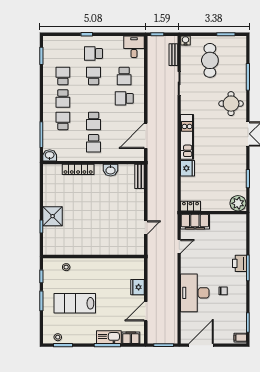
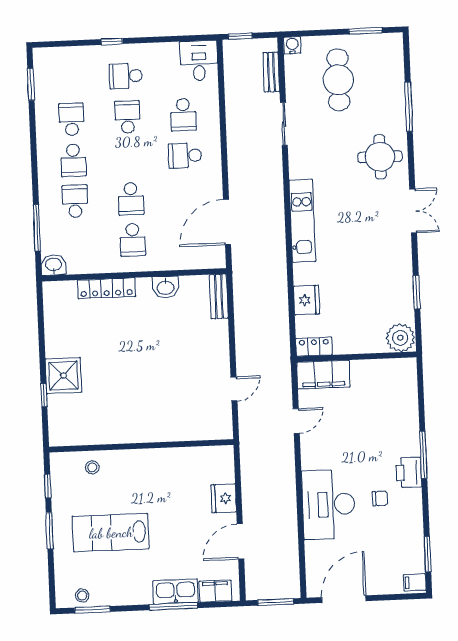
fridge: (187, 168) -> (307, 300), moved
printer: (240, 263) -> (409, 473), moved

